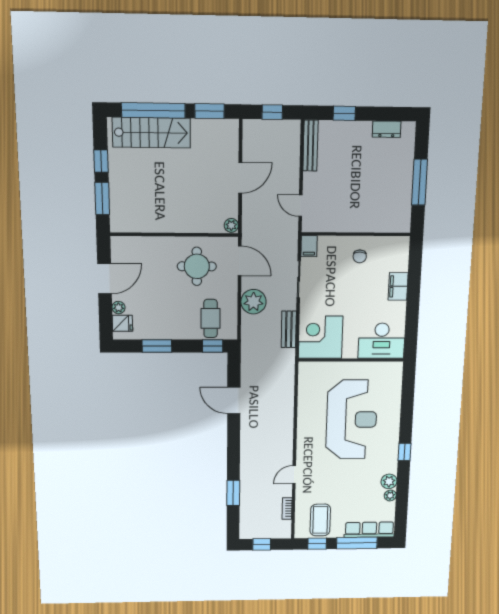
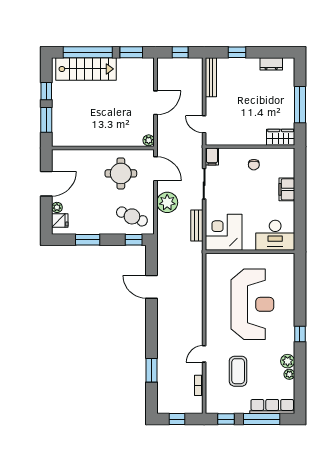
wardrobe: (394, 223) -> (281, 137), added
cafe table: (211, 318) -> (132, 216), turned -67
coffee table: (320, 520) -> (238, 371), moved

